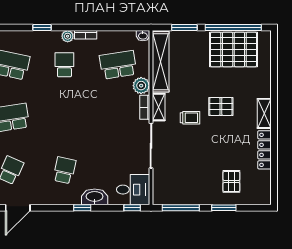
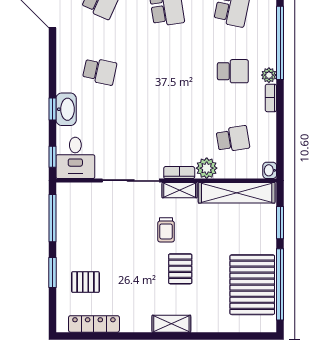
window: (42, 27) -> (280, 43), width x3.17
school desk: (118, 65) -> (233, 139), width x0.54
locker: (265, 150) -> (94, 324), moved
window: (82, 208) -> (52, 109), moved

